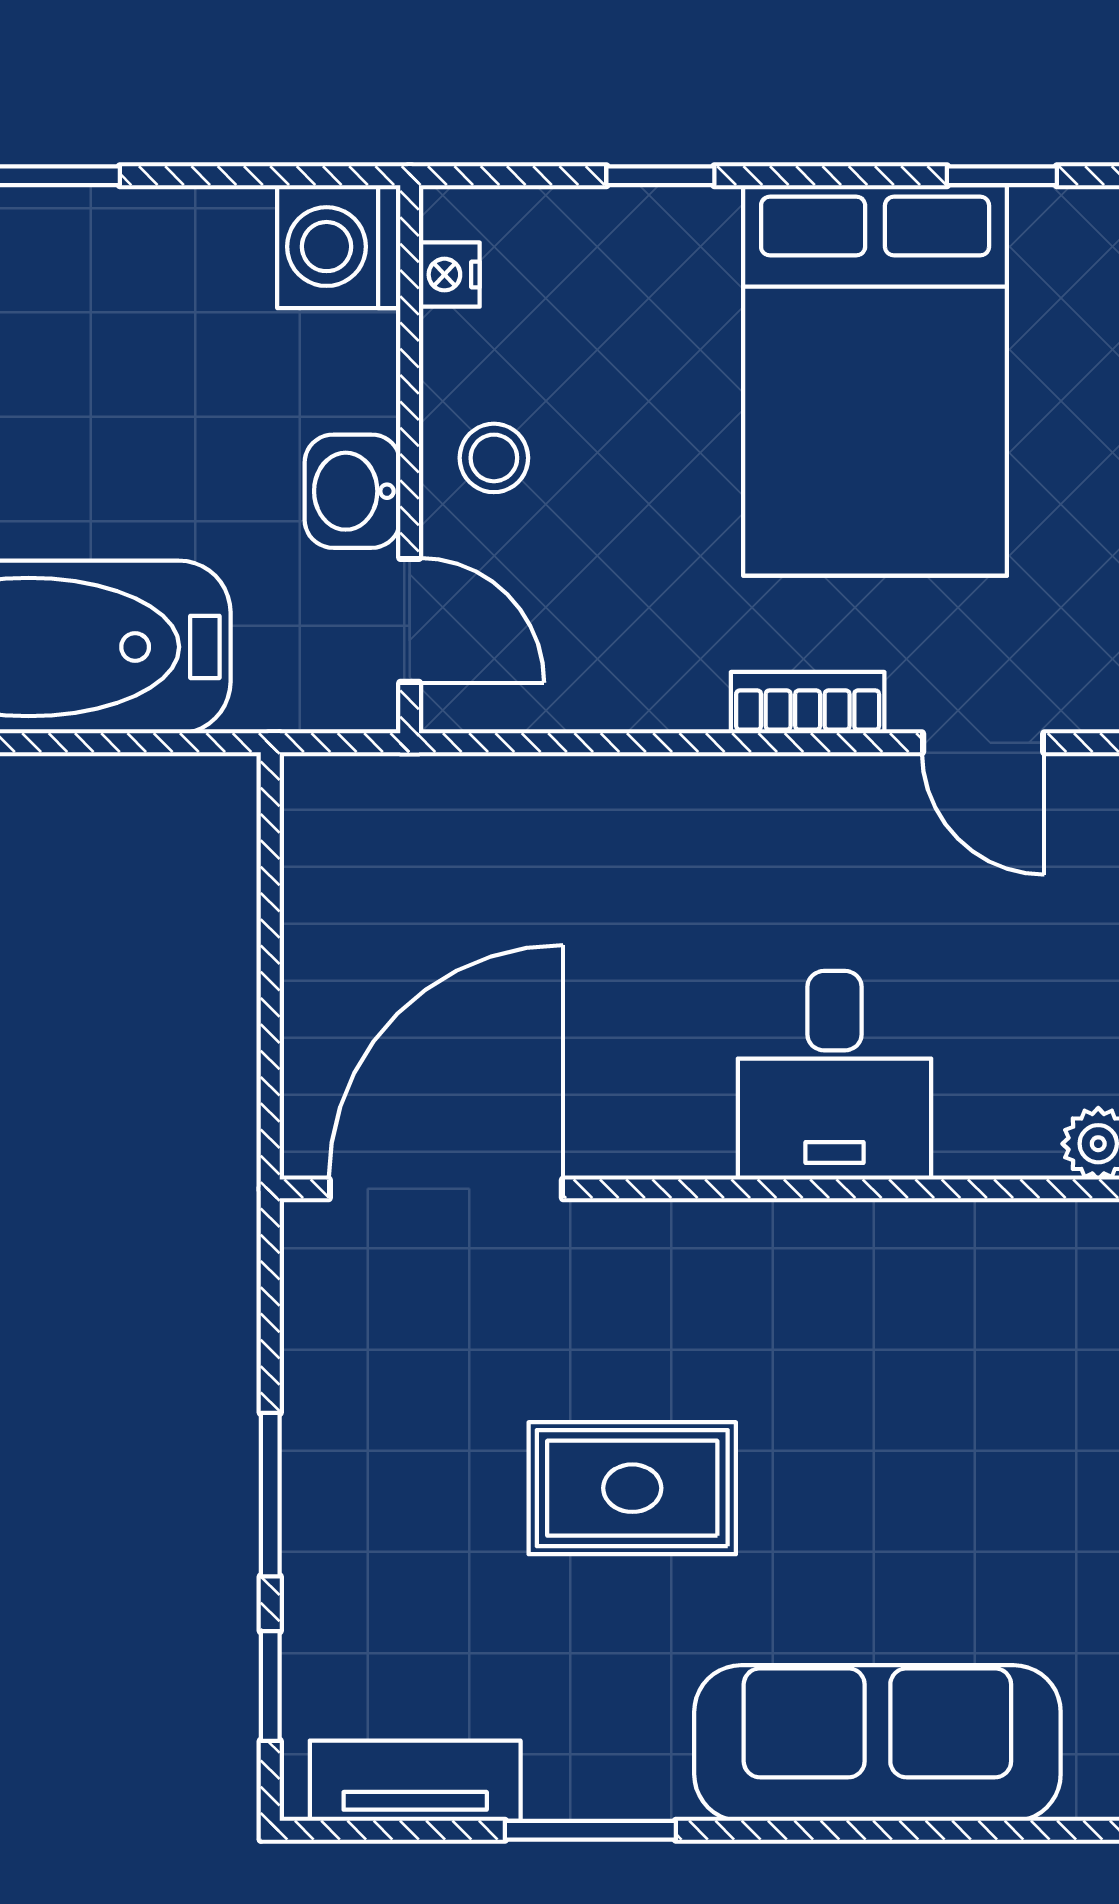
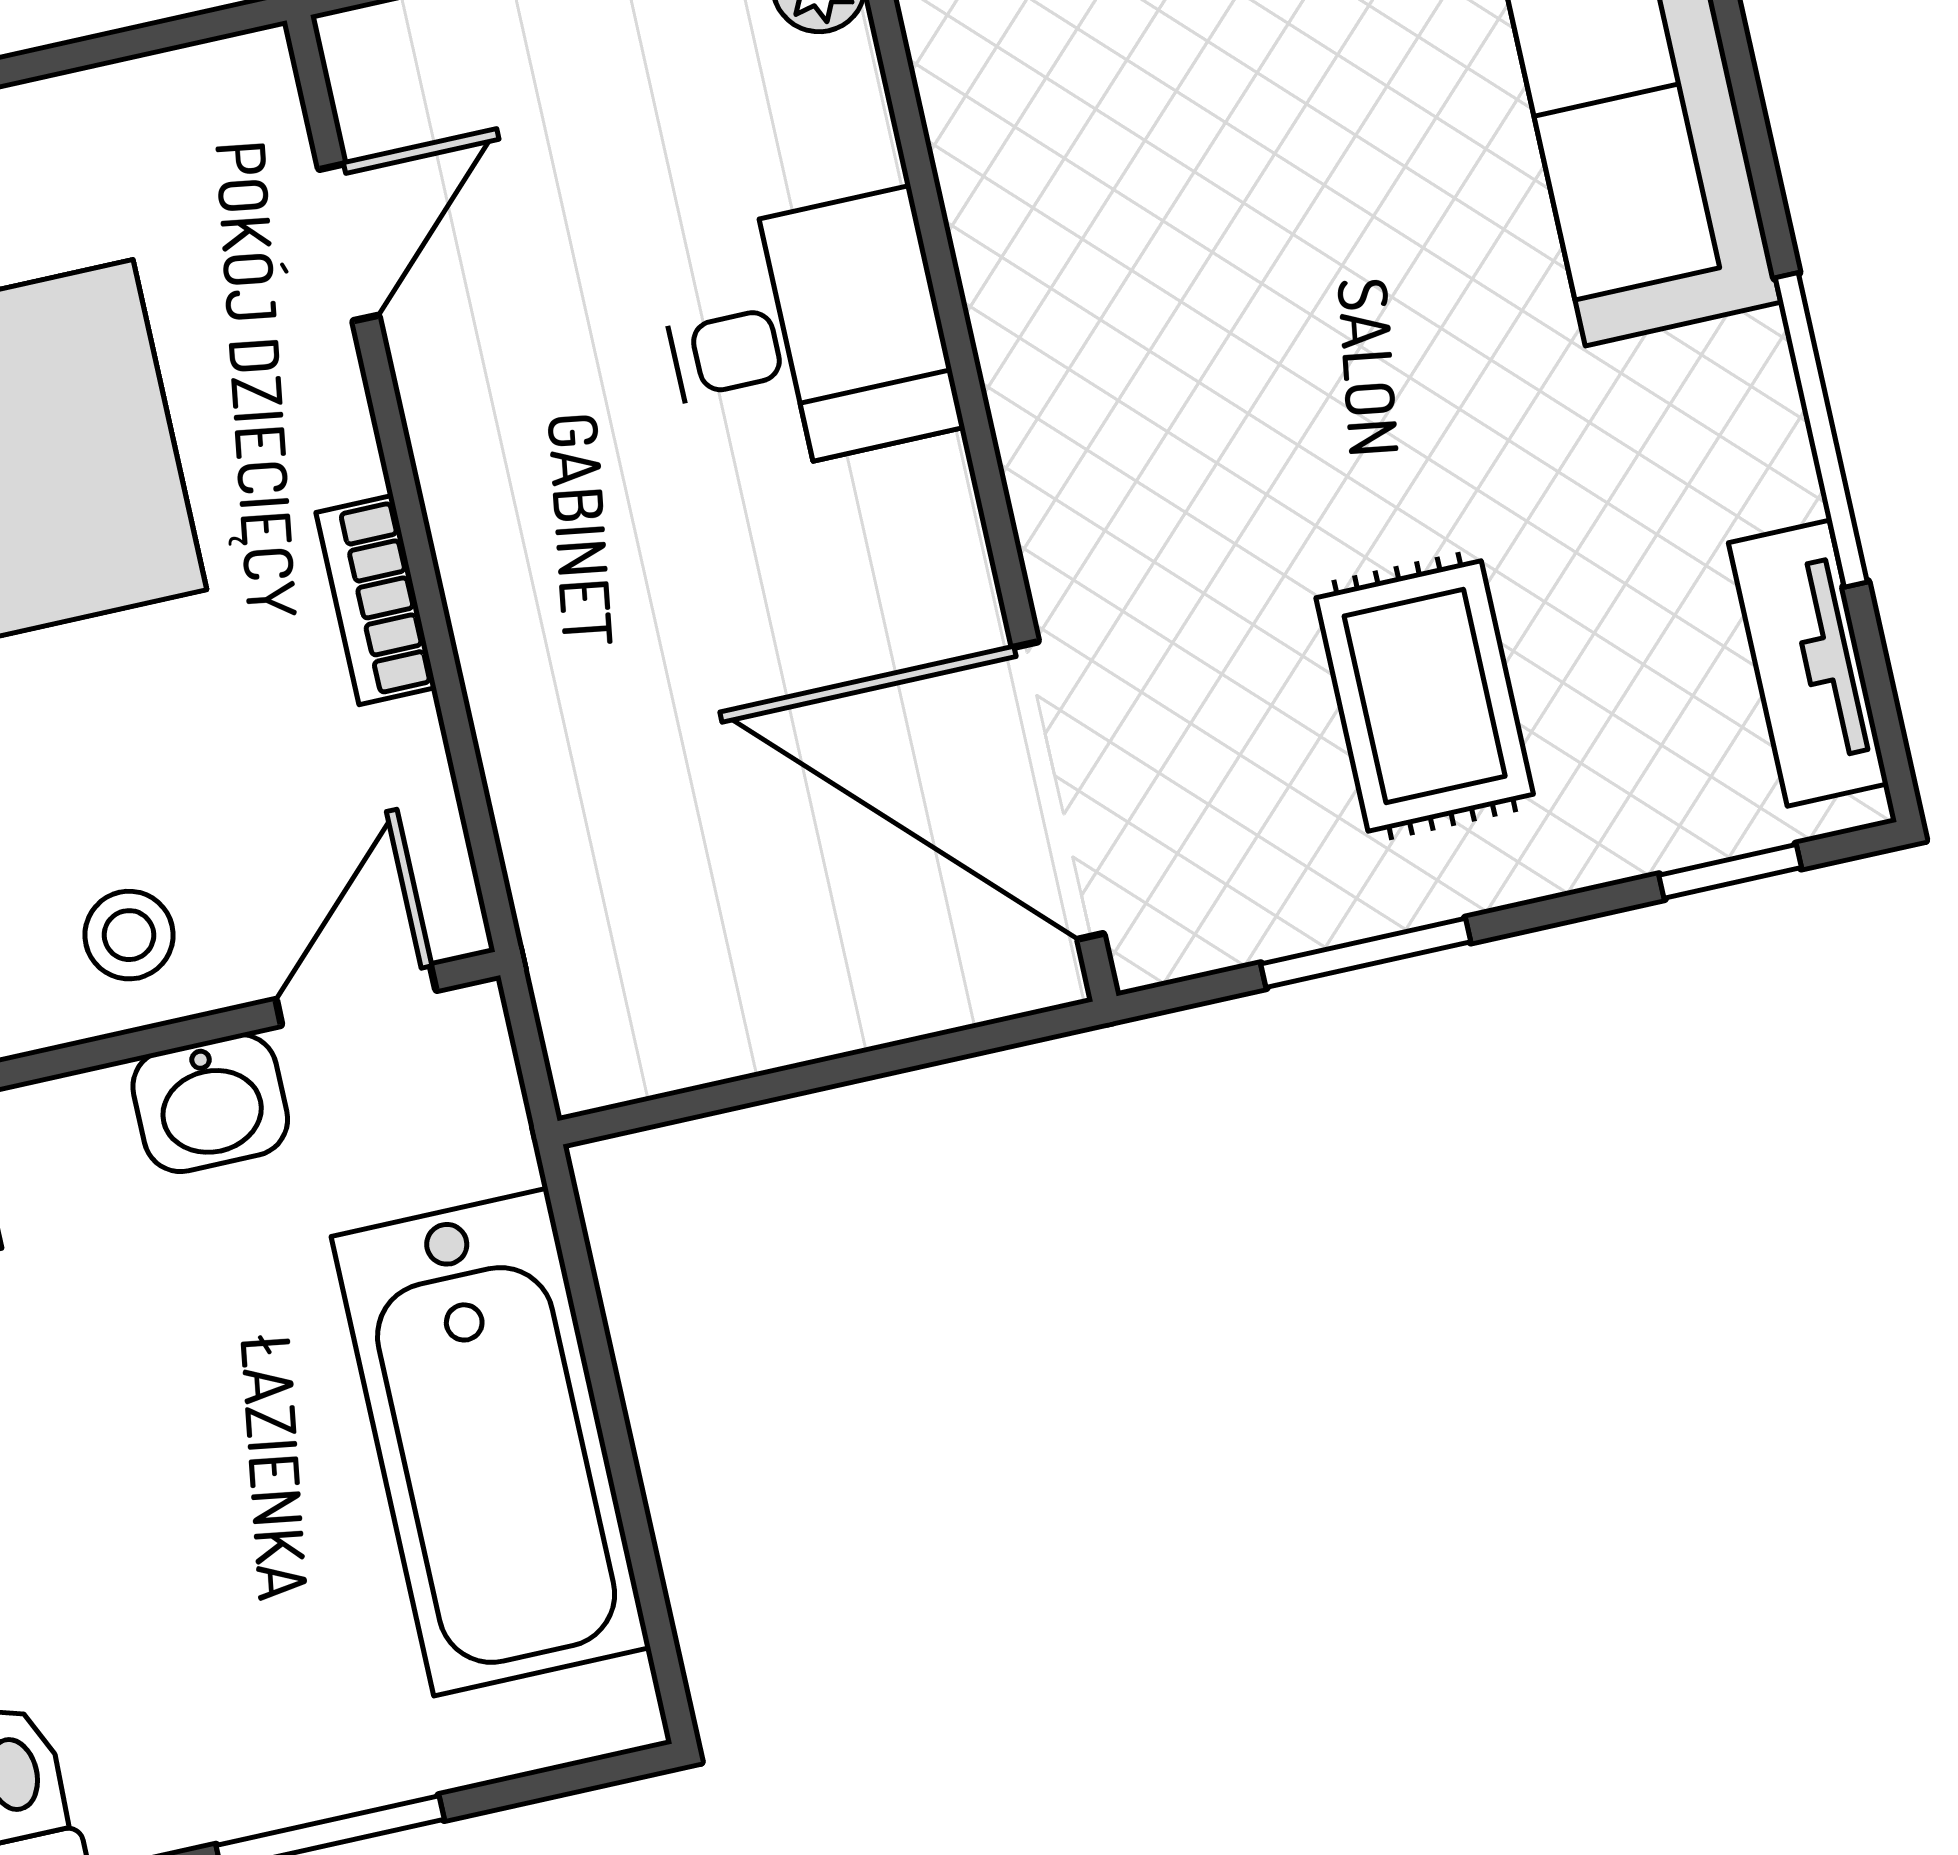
bookcase: (808, 703) -> (376, 600), moved
rug: (632, 1488) -> (1425, 696), moved
window: (270, 1495) -> (1366, 953), moved
window: (590, 1830) -> (1821, 430), width x1.44

